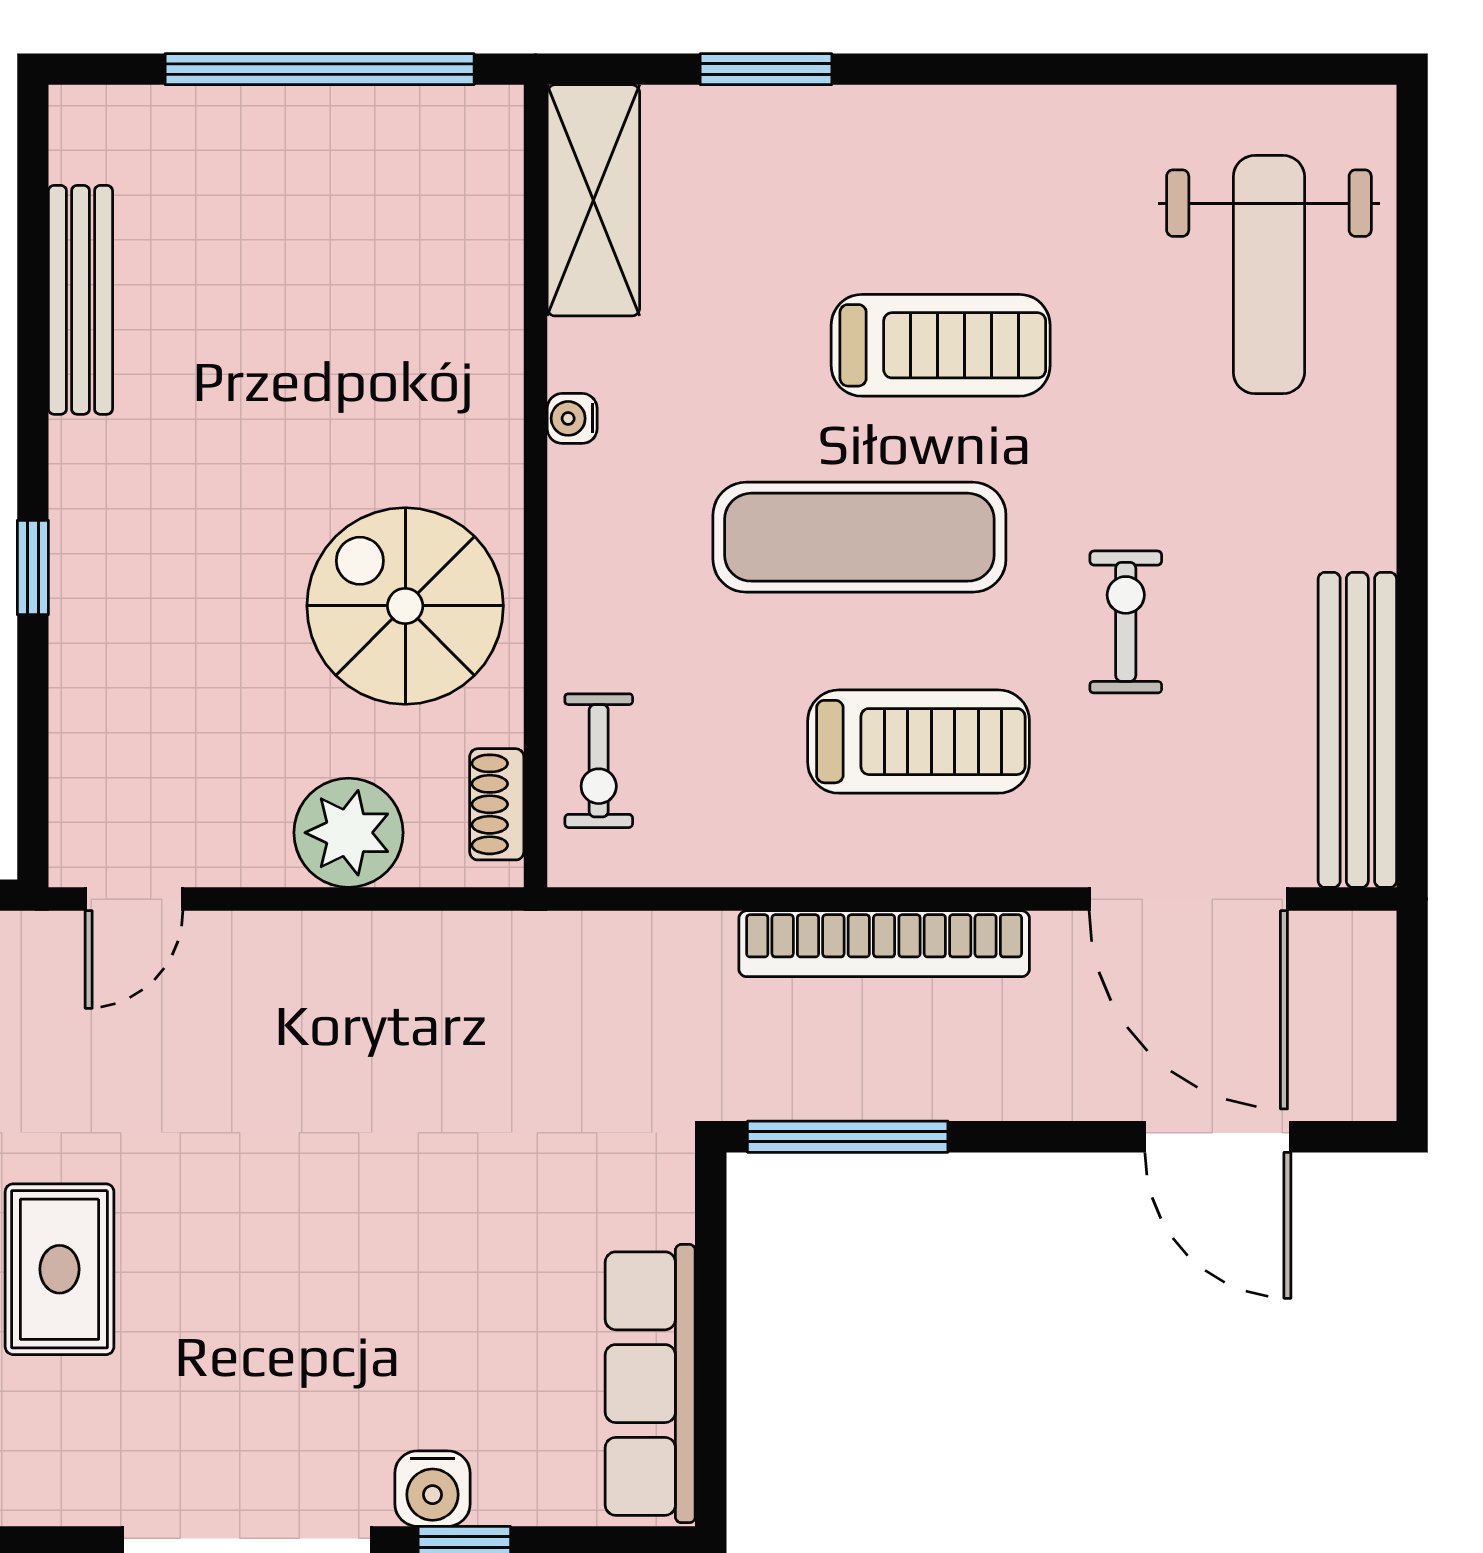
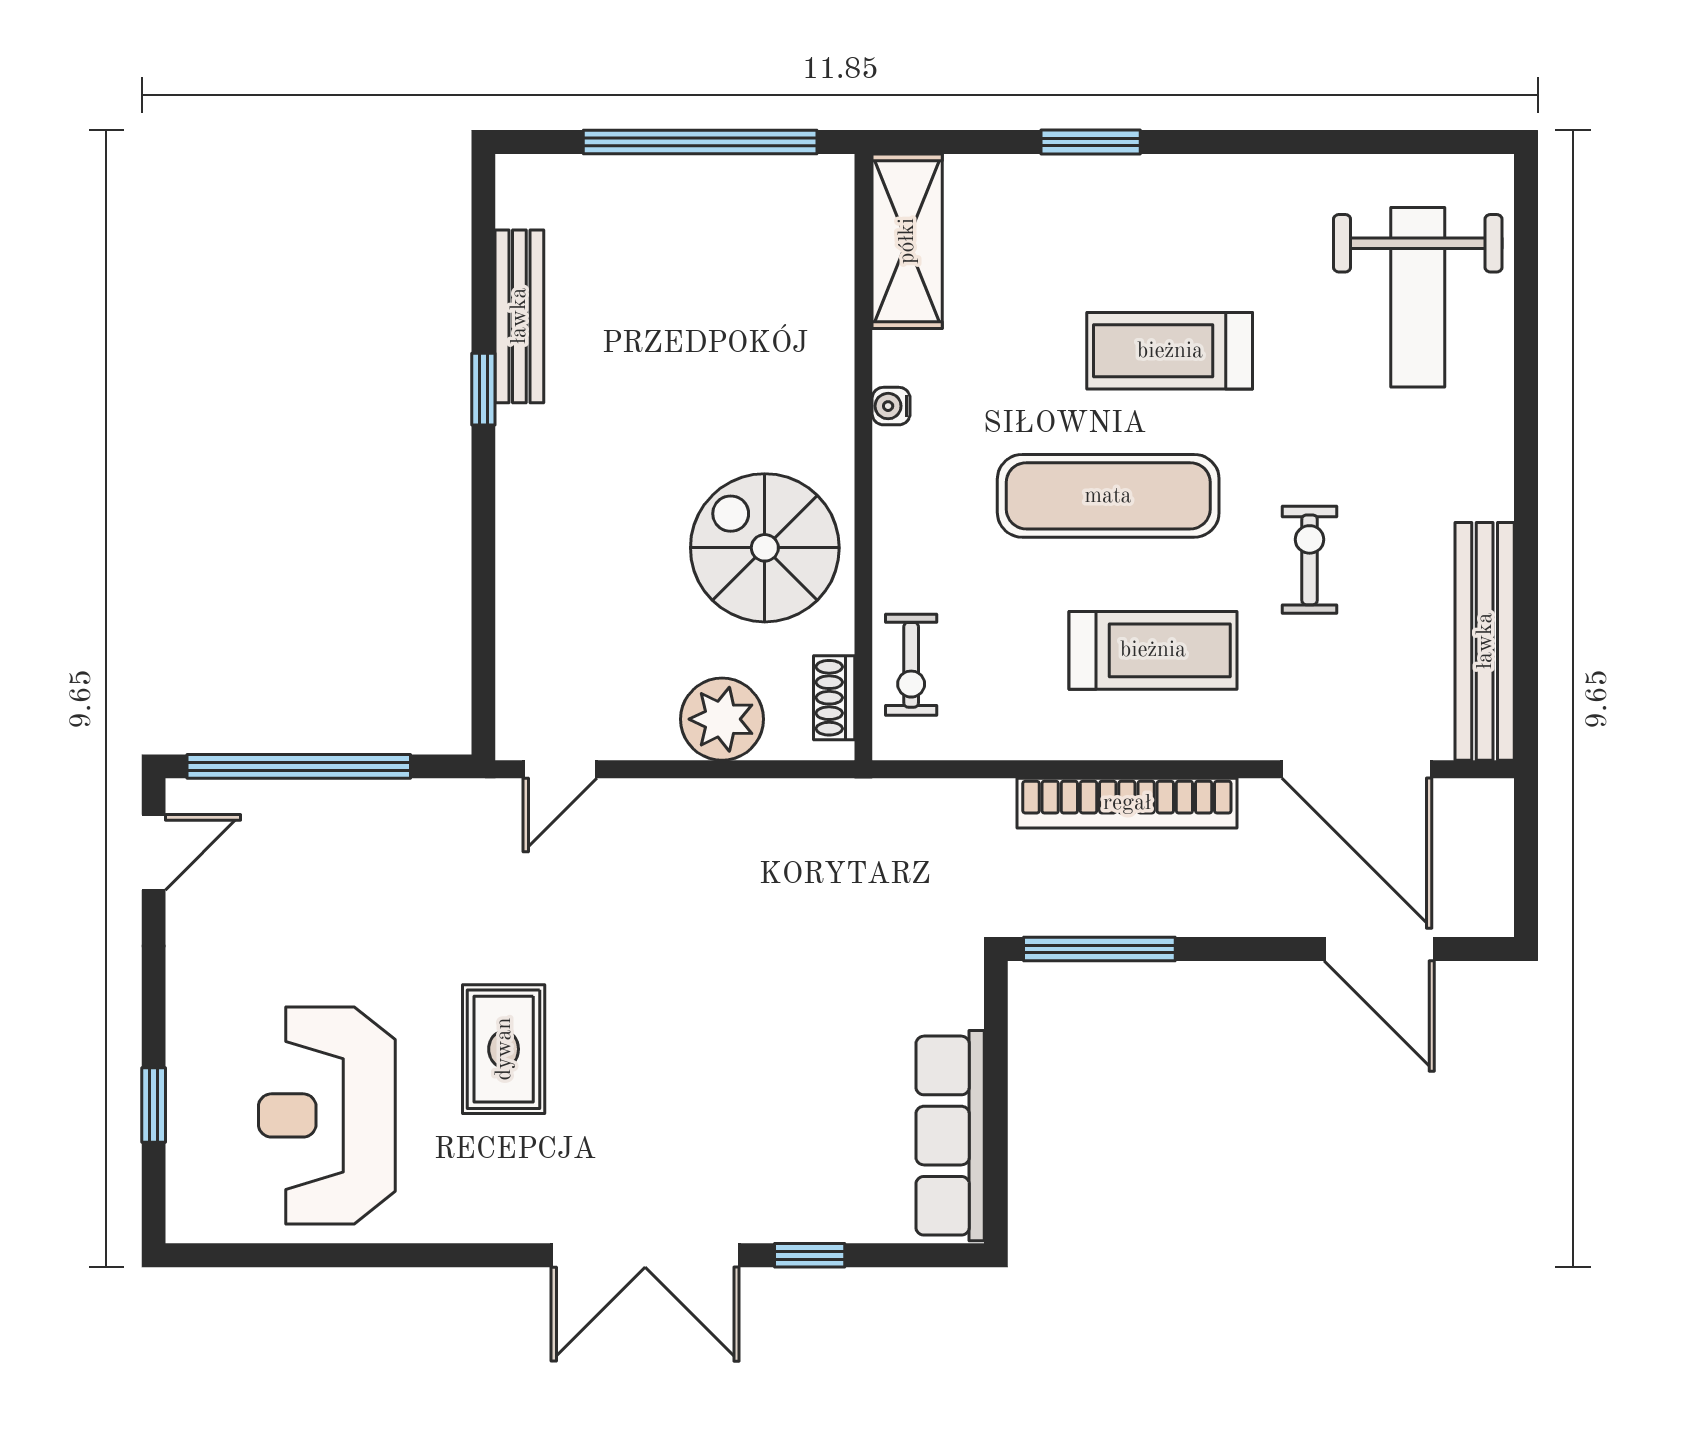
window: (766, 69) -> (1091, 142), moved
treadmill: (941, 345) -> (1170, 351), turned 180
window: (33, 567) -> (483, 389), moved
water cooler: (432, 1489) -> (786, 1215), removed

